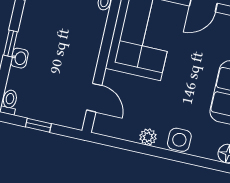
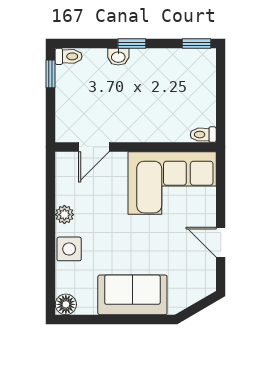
window: (38, 125) -> (50, 74), moved

